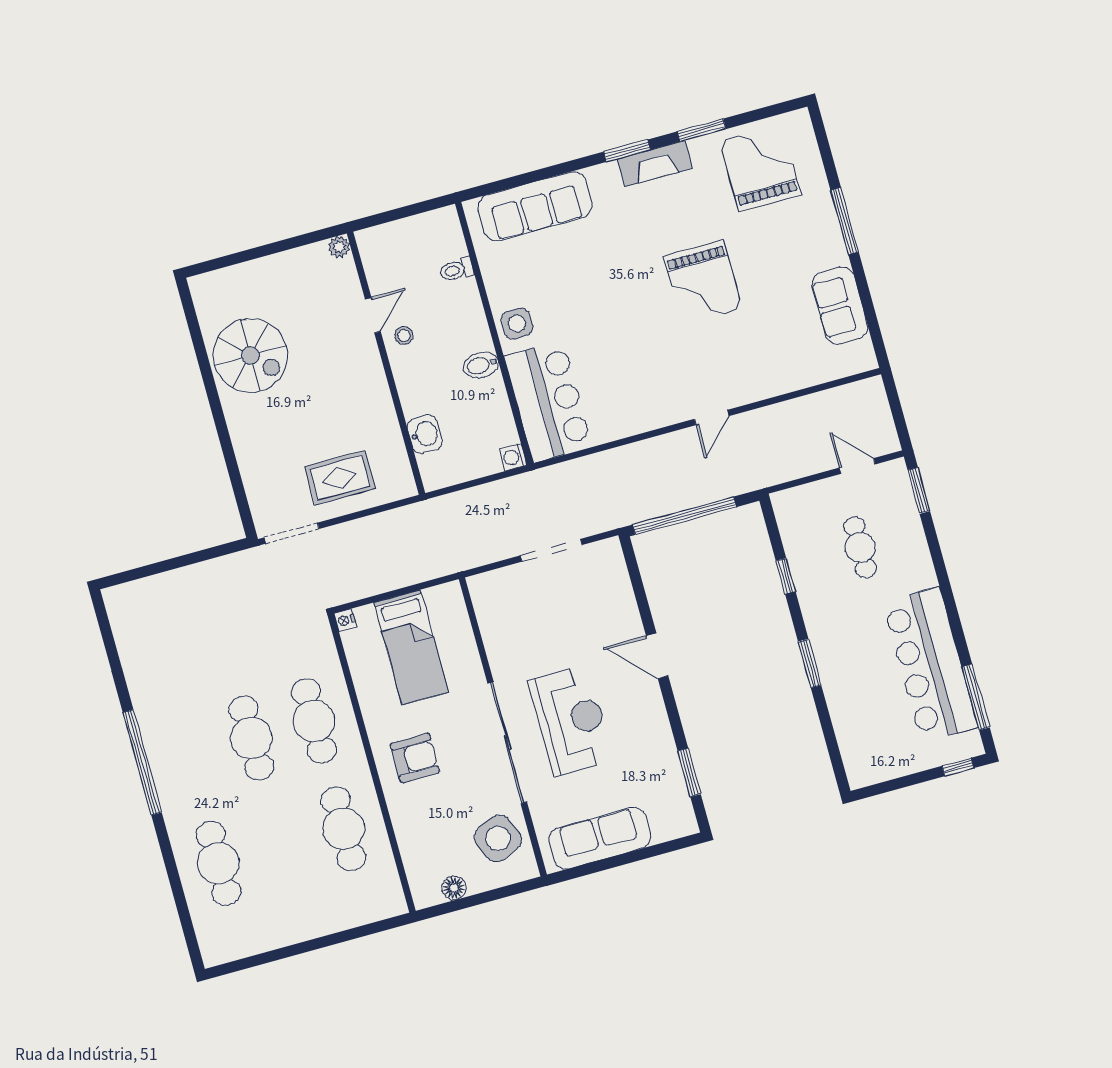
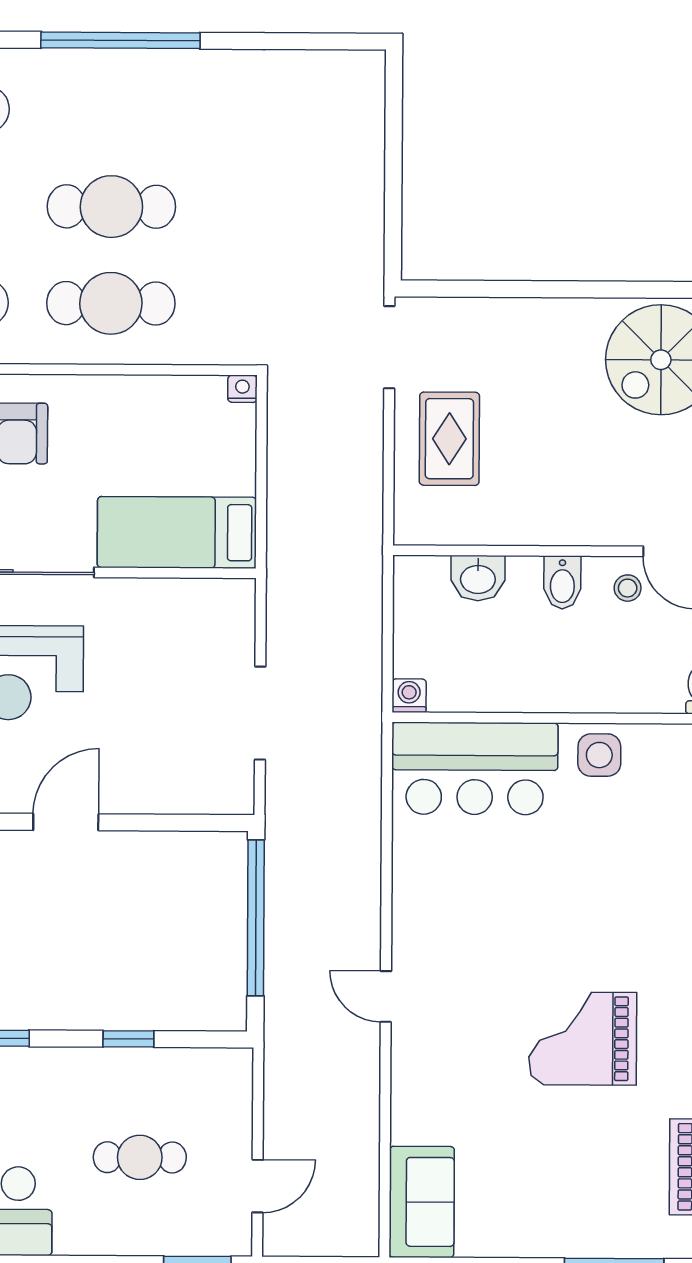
sofa: (840, 306) -> (422, 1202), moved, turned 90
bidet: (481, 365) -> (562, 582), moved, turned 180
bed: (411, 647) -> (177, 532), moved

